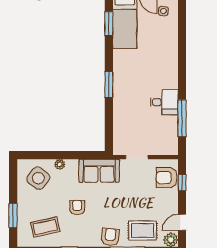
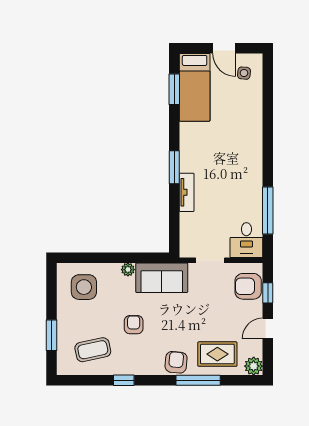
desk: (164, 102) -> (246, 240), moved, turned 90
tv unit: (119, 104) -> (187, 192), added
plant: (60, 164) -> (128, 270), moved
side table: (38, 178) -> (84, 287), turned -36
door: (182, 222) -> (268, 328), moved

